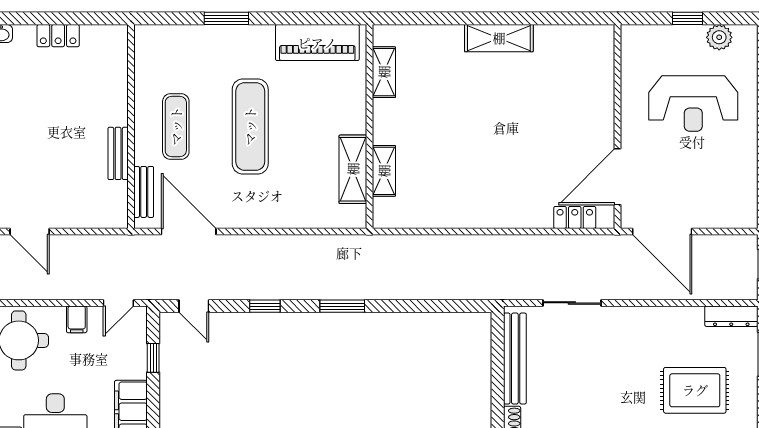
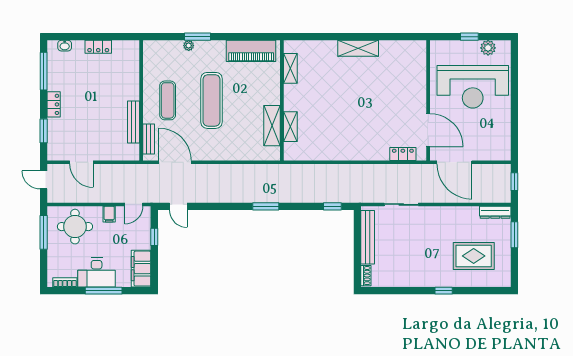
plant: (211, 33) -> (189, 46), added
reception desk: (693, 103) -> (473, 87), width x1.36, depth x1.30
bench: (118, 153) -> (134, 122), width x1.36
door: (618, 177) -> (428, 130), swing flipped
window: (265, 306) -> (332, 206), moved

